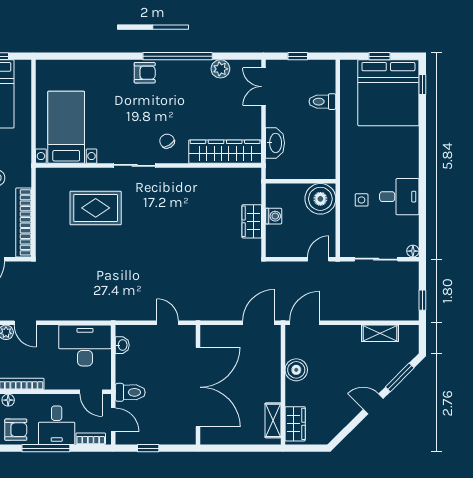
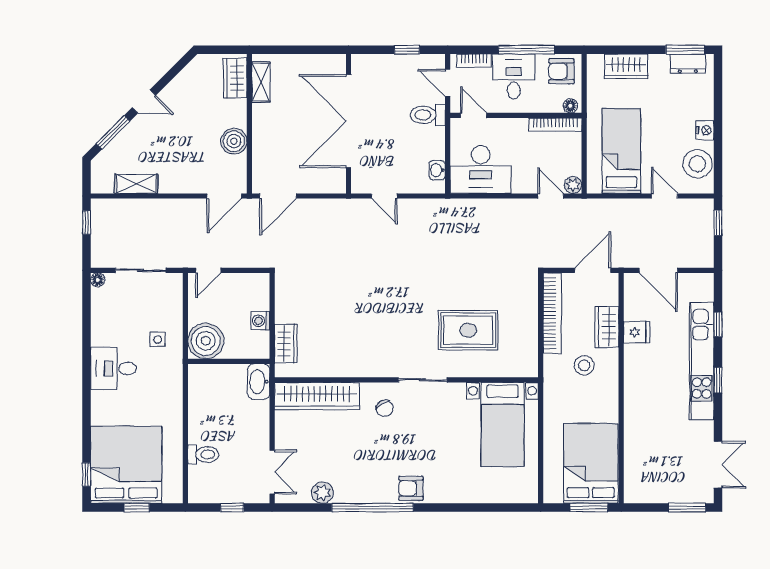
washbasin: (275, 143) -> (259, 382), moved
desk: (399, 197) -> (114, 368), moved
wardrobe: (252, 221) -> (286, 344), moved

